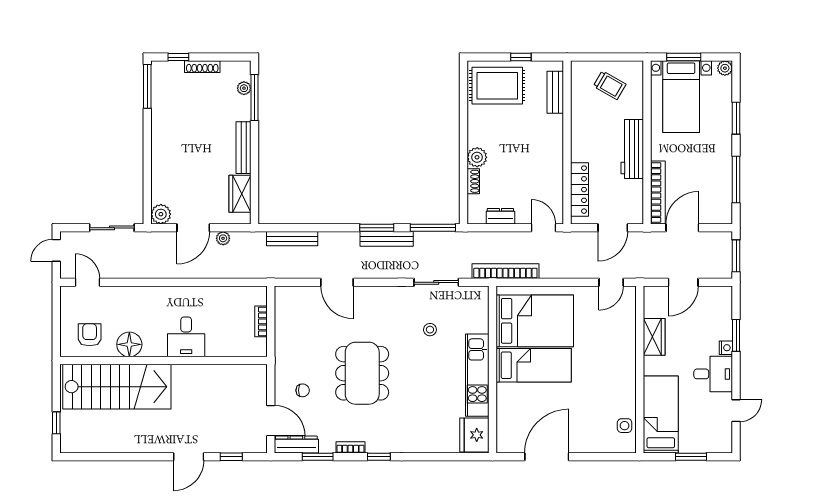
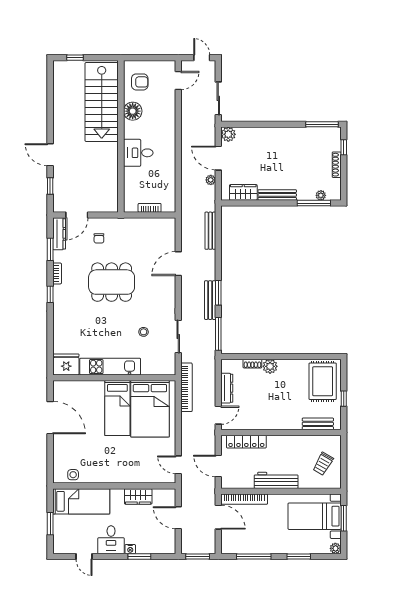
dresser: (500, 216) -> (227, 388), width x1.44

